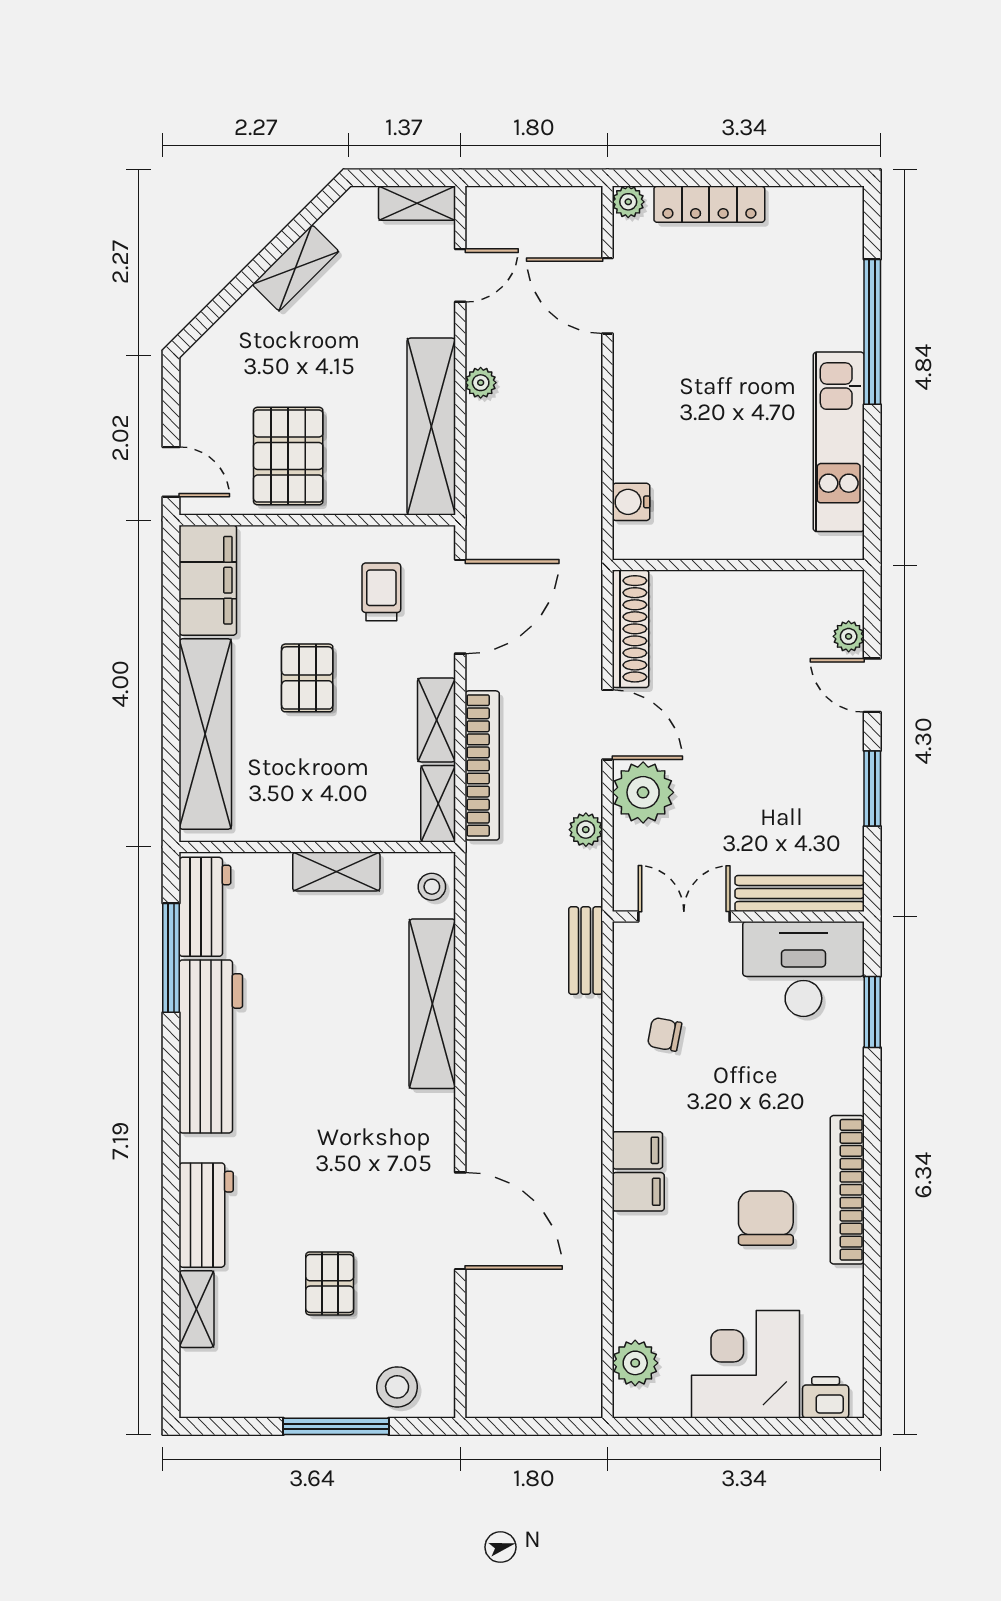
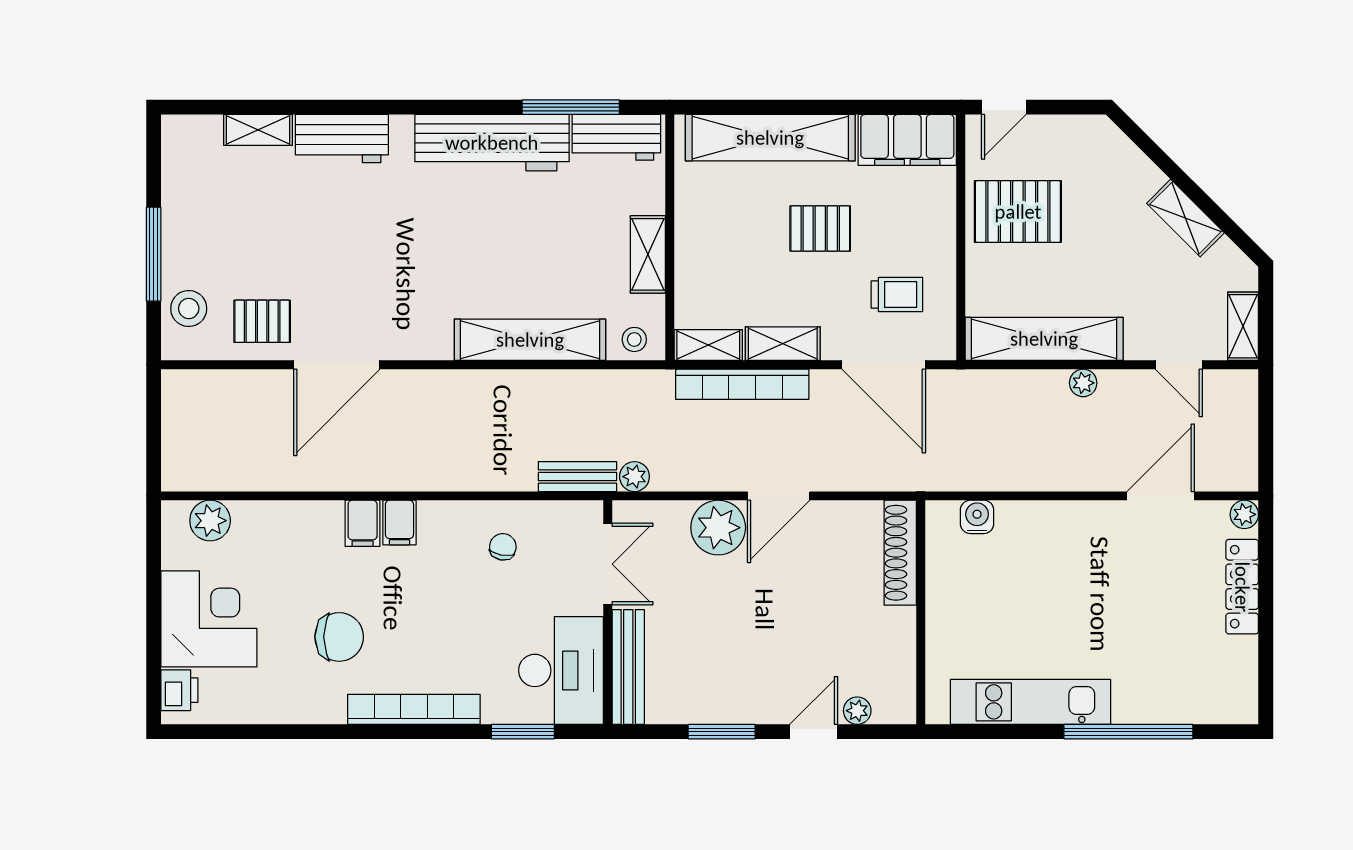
shoe rack: (631, 629) -> (900, 553), moved, turned 90
plant: (586, 830) -> (634, 477), moved
bookcase: (847, 1190) -> (414, 709), moved
pallet: (330, 1283) -> (262, 321), moved

